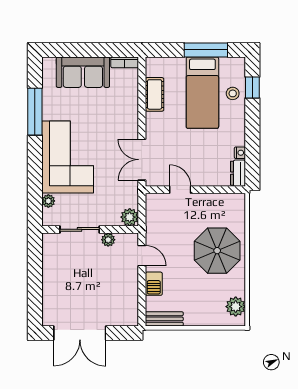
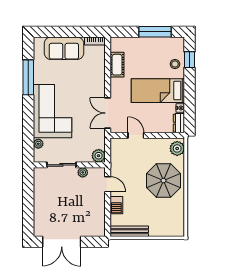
bed: (202, 93) -> (158, 91), moved, turned 90
plant: (236, 307) -> (177, 148), moved
bench: (164, 319) -> (129, 231), width x1.36

